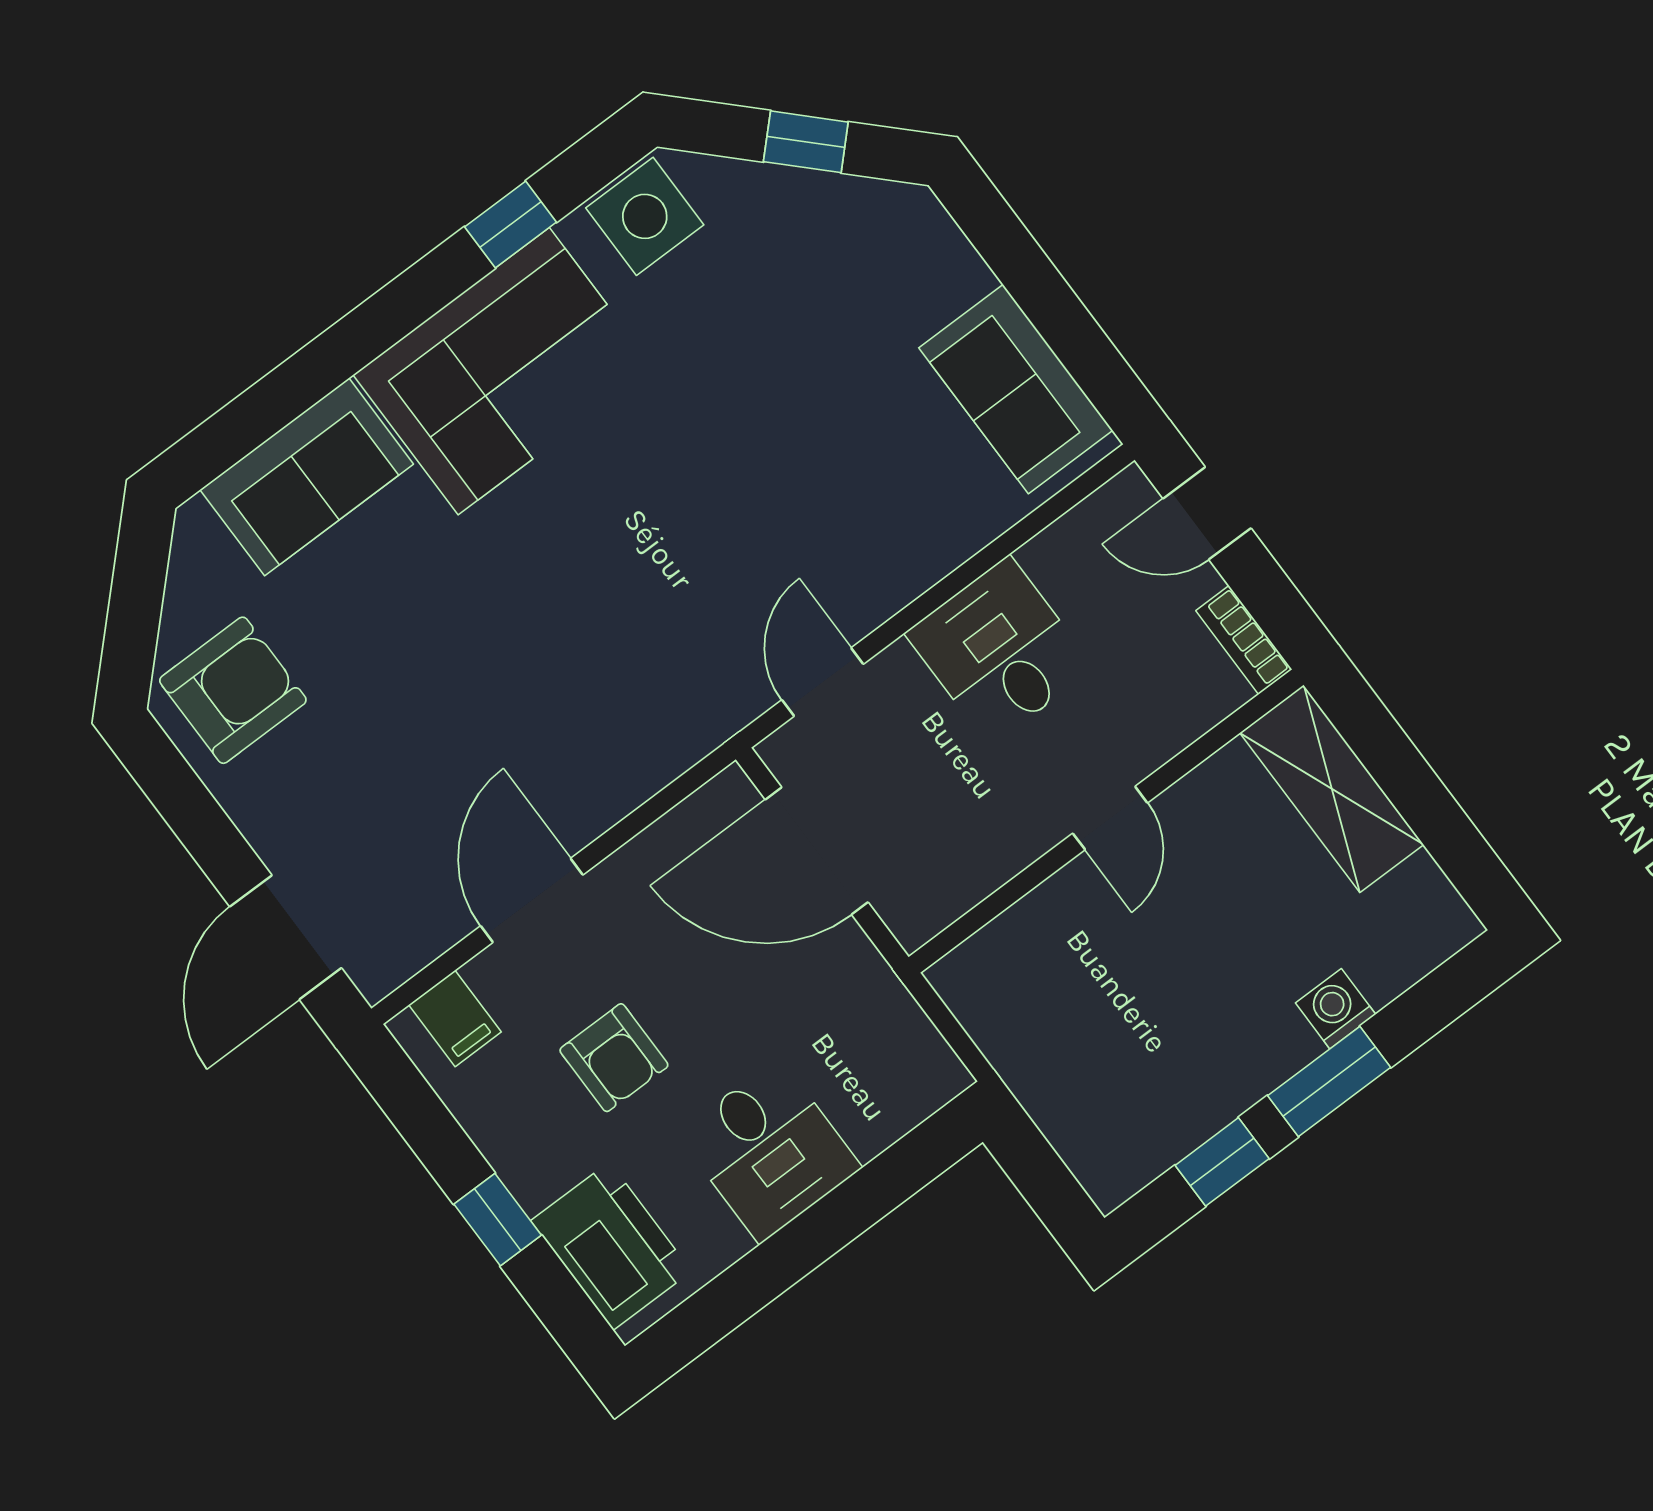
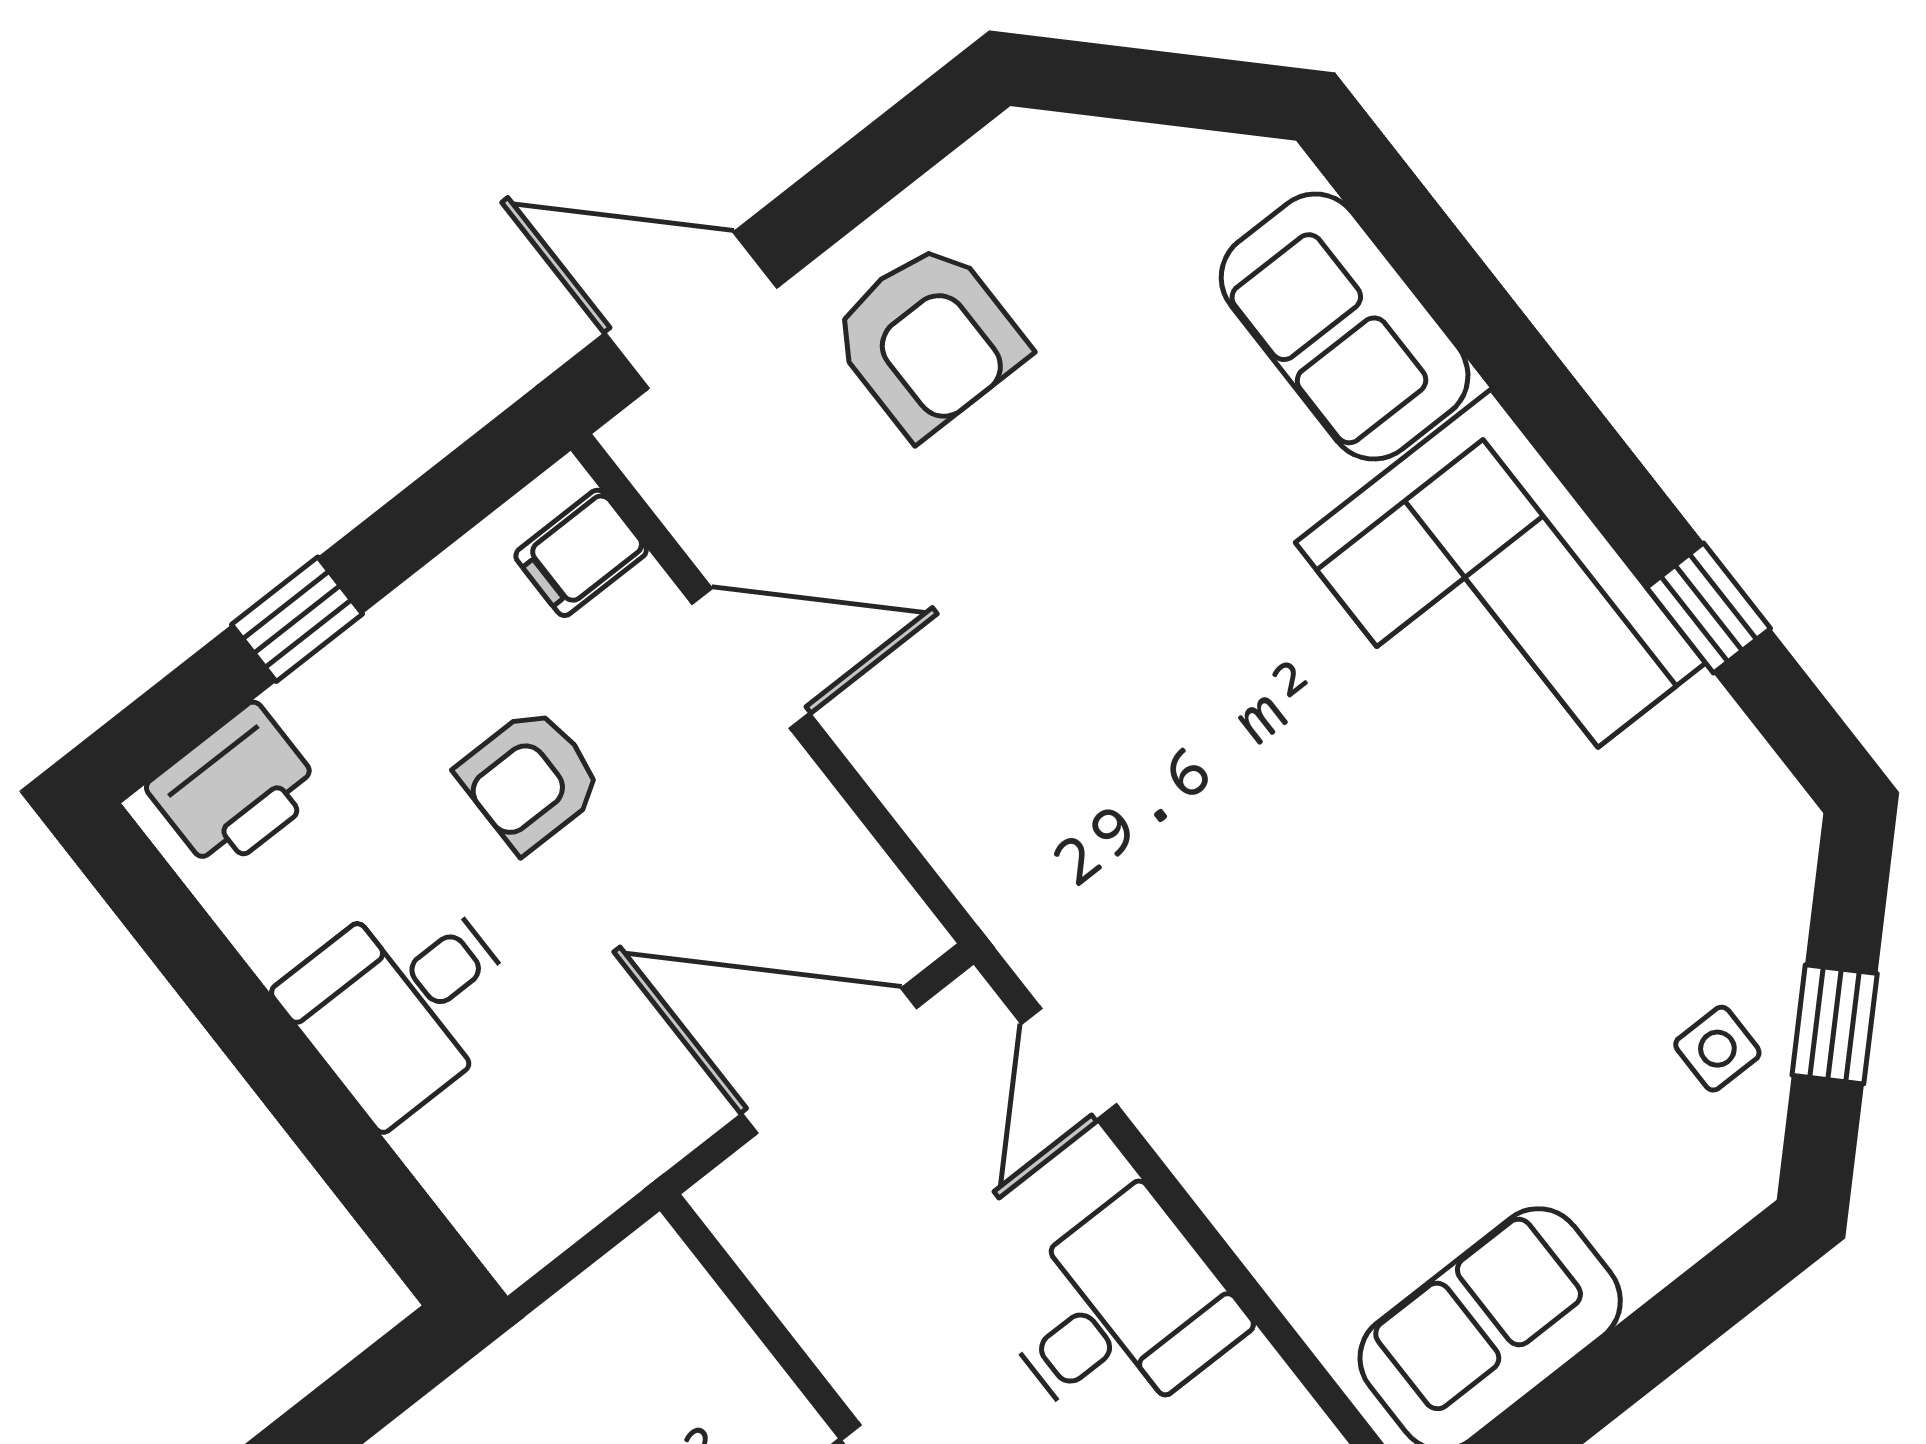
side table: (645, 216) -> (1717, 1049), moved, width x0.54, depth x0.54
door: (823, 682) -> (1069, 1064), swing flipped
armchair: (233, 690) -> (928, 339), moved
door: (817, 851) -> (829, 1061), hinge flipped
printer: (611, 1246) -> (235, 788), width x0.73, depth x0.84

